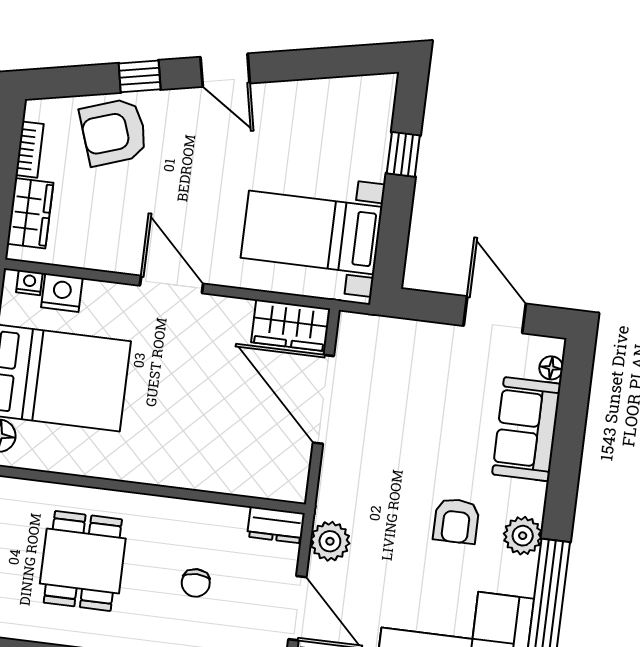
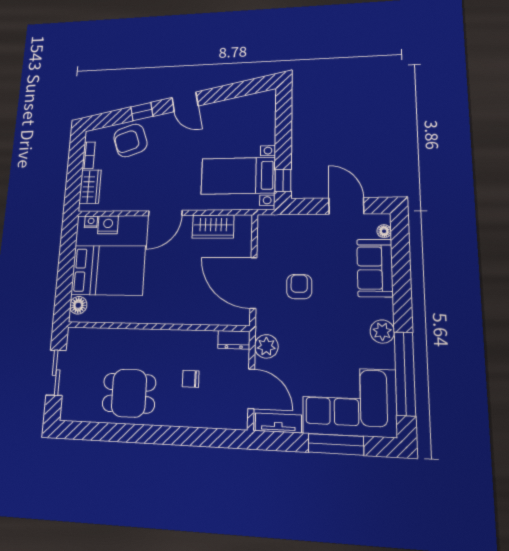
window: (403, 154) -> (283, 181), moved
door: (172, 285) -> (165, 213), swing flipped
wardrobe: (291, 325) -> (213, 227), moved
door: (323, 399) -> (253, 283), moved
armchair: (456, 521) -> (299, 287), moved, turned 180
dining table: (83, 561) -> (129, 393), moved, turned 90
chair: (196, 583) -> (191, 379), turned 90

